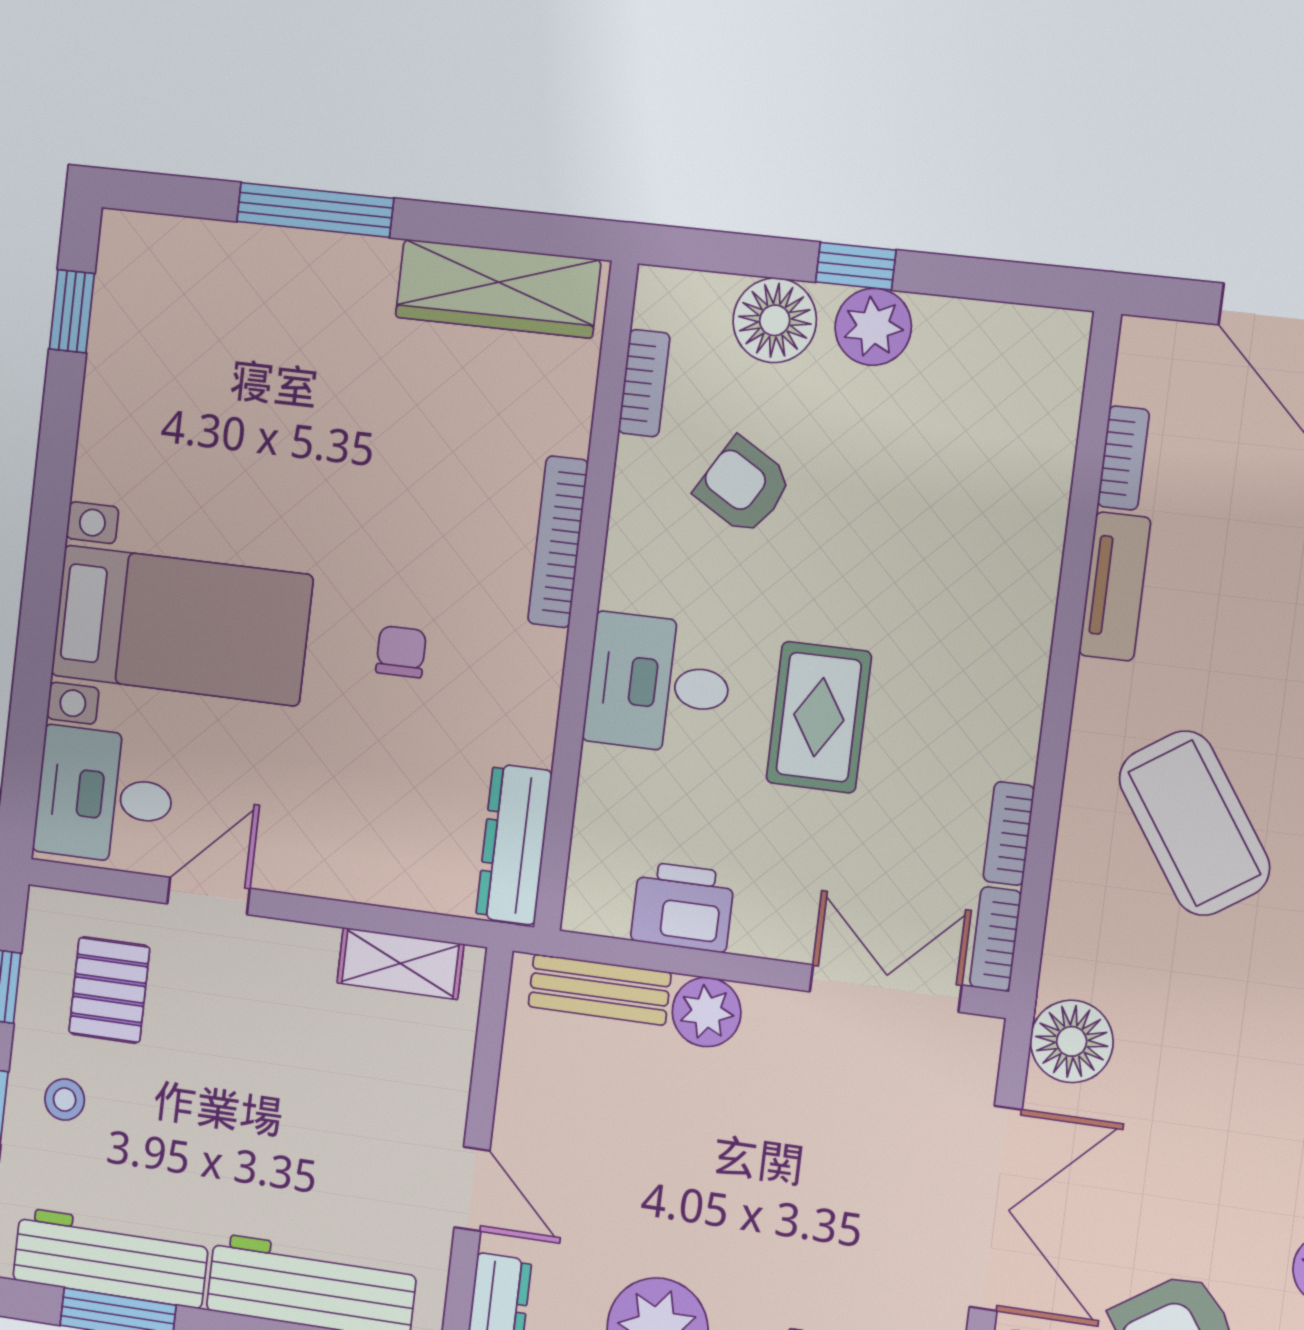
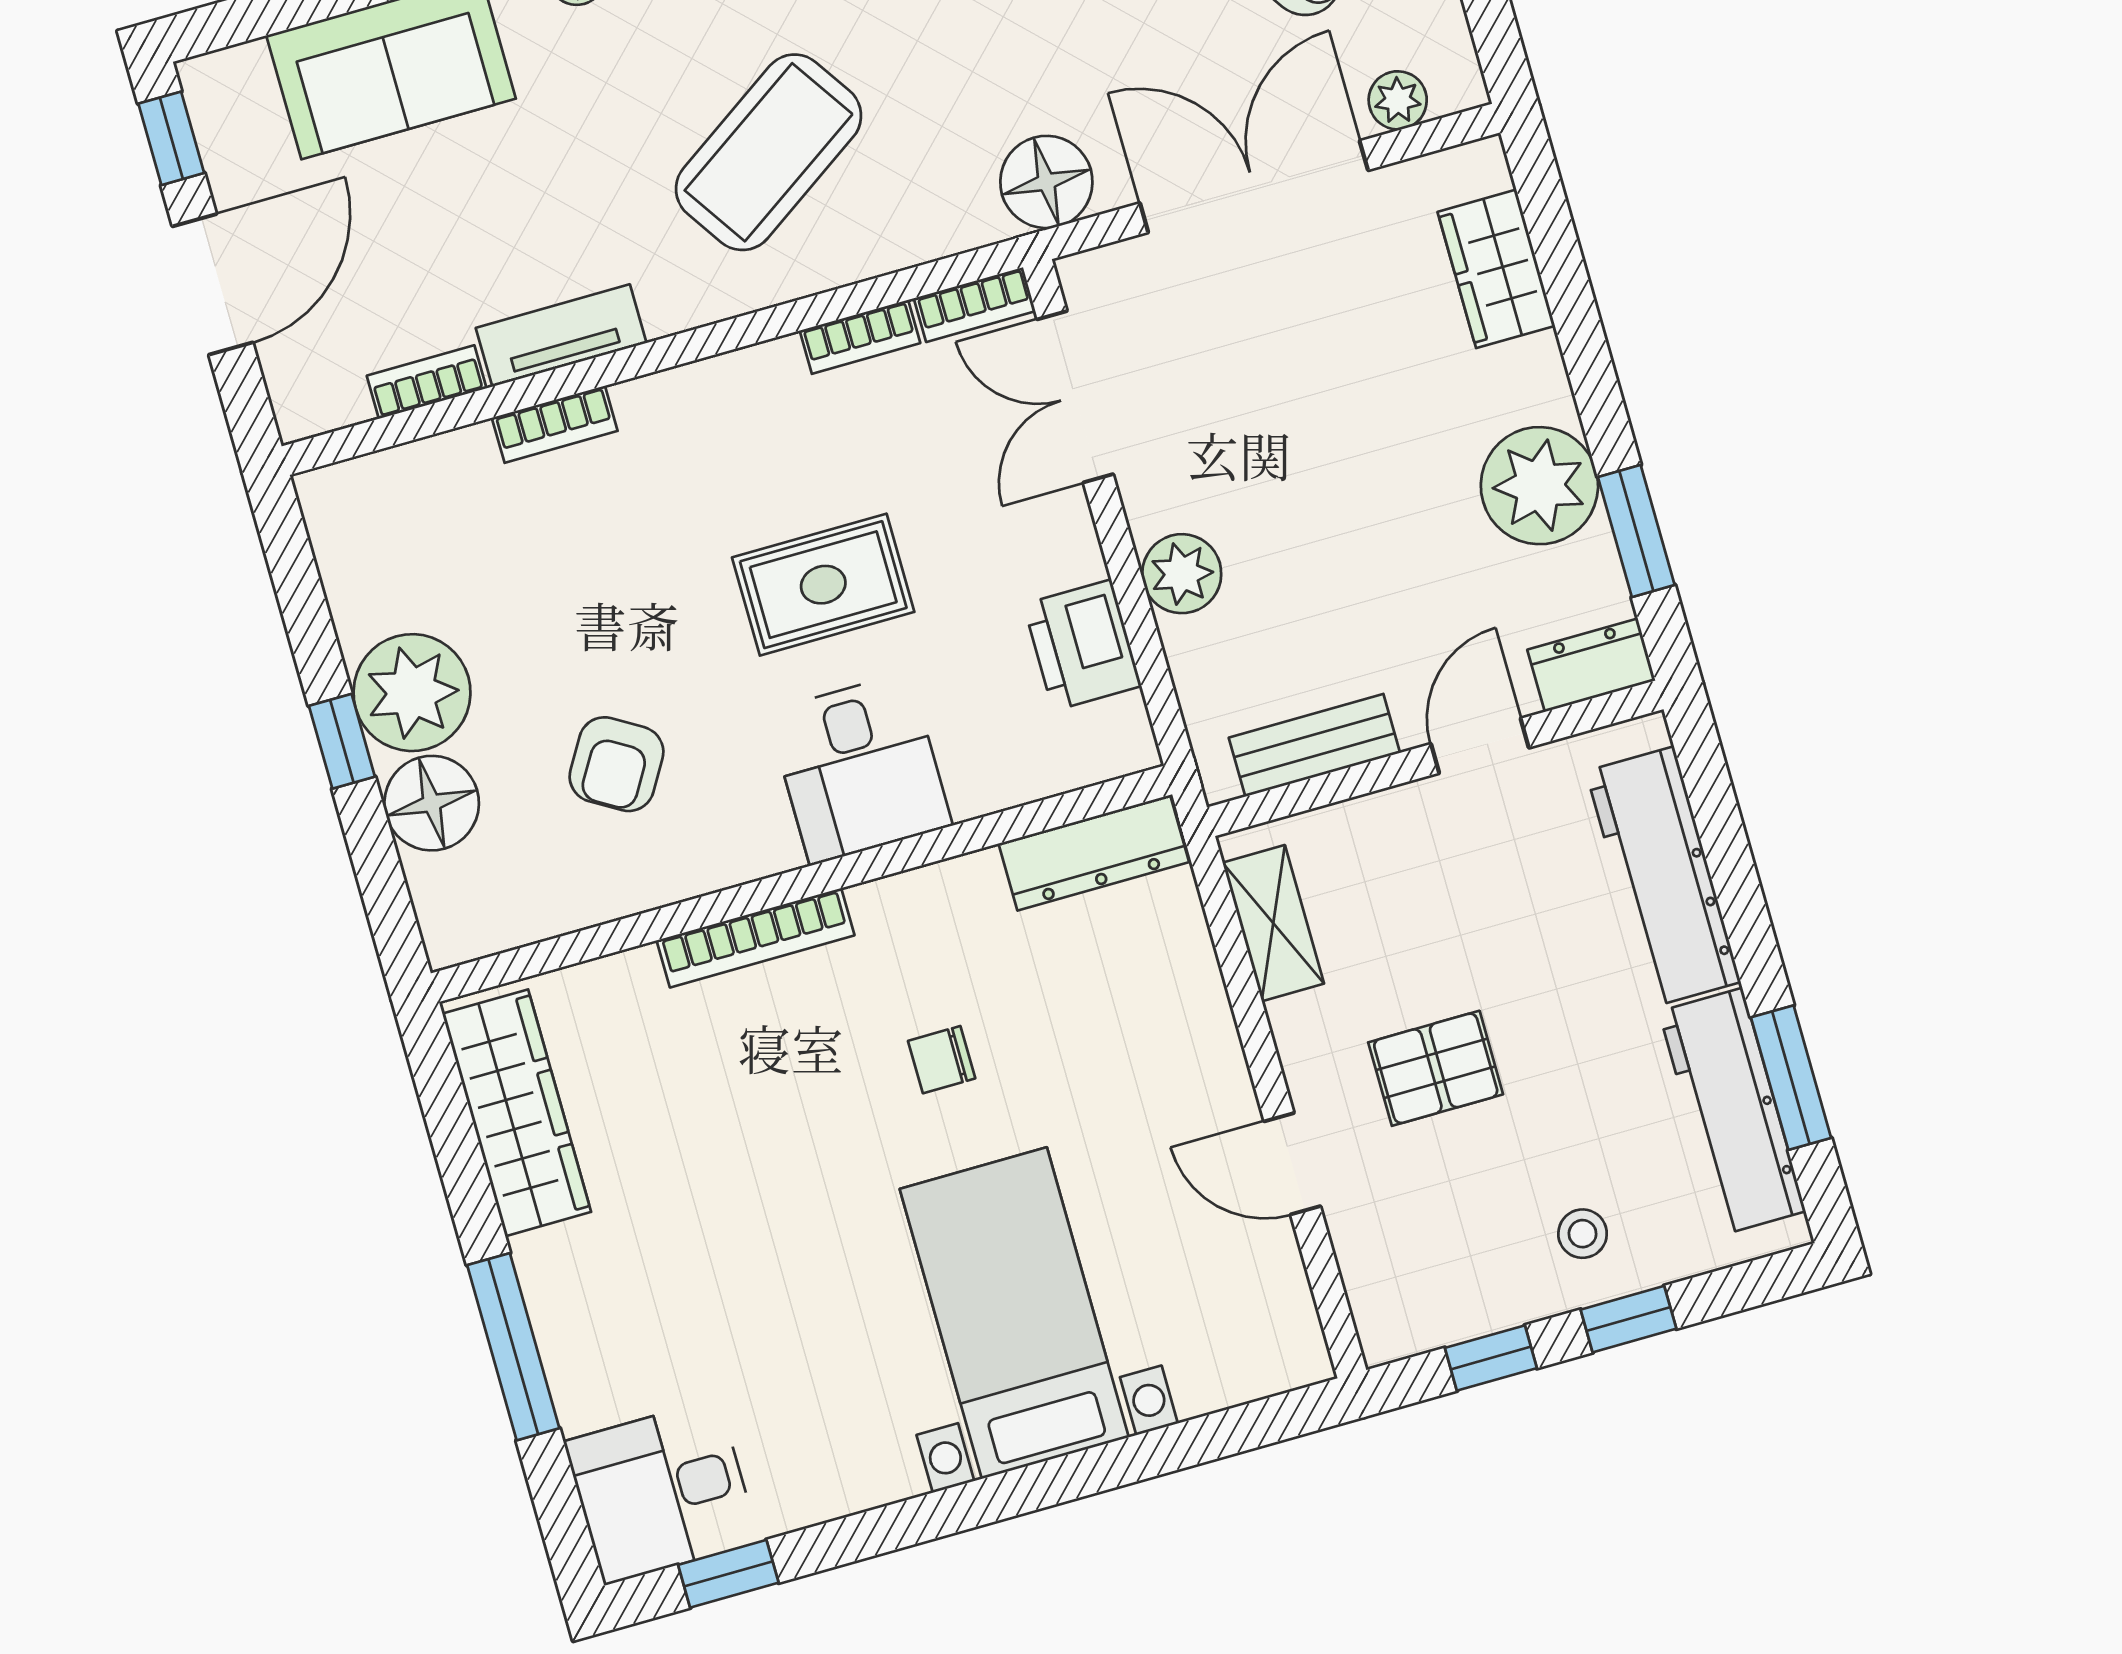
plant: (873, 327) -> (412, 693), width x1.36, depth x1.36
bookcase: (644, 383) -> (555, 424), moved, turned 180
desk: (105, 796) -> (661, 1492), moved, turned 90
bench: (599, 989) -> (1314, 745), moved, turned 90
pallet: (109, 990) -> (1436, 1068), moved

